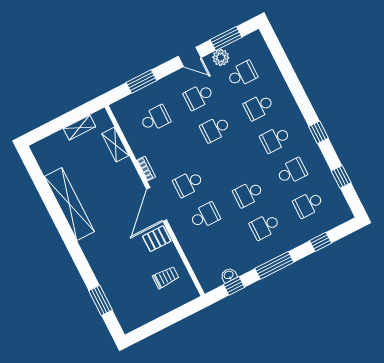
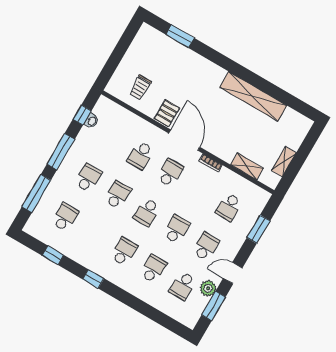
school desk: (292, 172) -> (147, 212), moved
window: (320, 242) -> (36, 194), width x2.17

